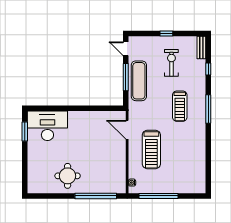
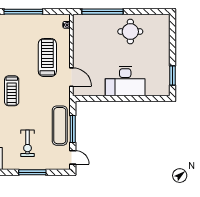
window: (166, 34) -> (32, 172), width x2.17
treadmill: (180, 106) -> (12, 91), moved, turned 180
desk: (47, 126) -> (125, 81), moved
window: (158, 196) -> (23, 12), moved

